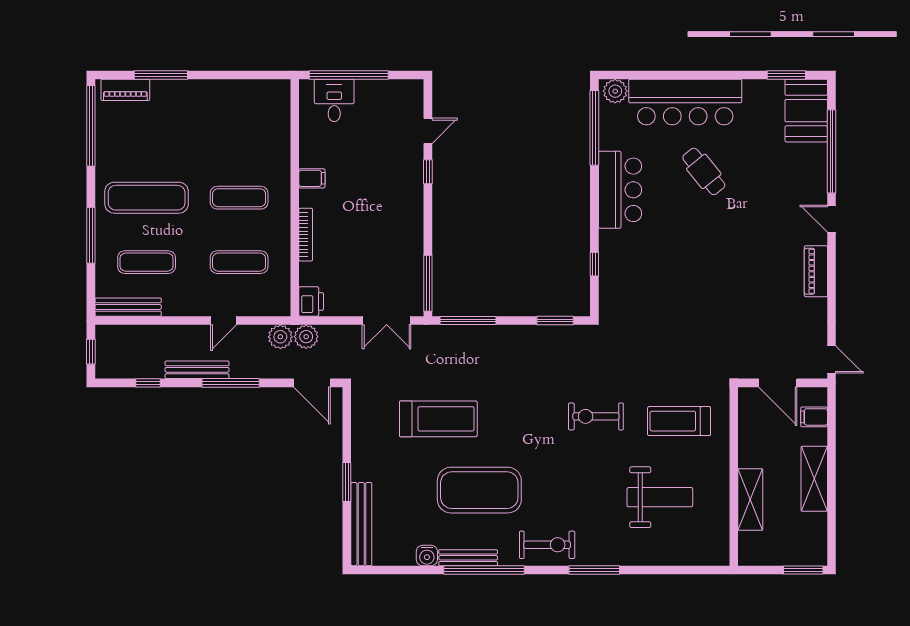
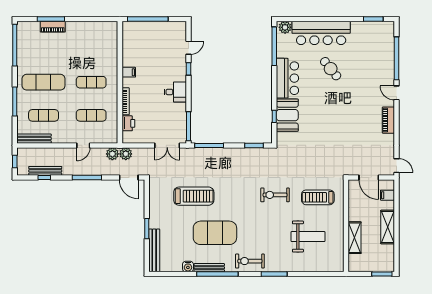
piano: (125, 90) -> (53, 27), moved
desk: (334, 100) -> (175, 92), moved, turned 90
booth: (806, 111) -> (287, 115), moved
printer: (311, 301) -> (128, 123), moved
bench: (197, 370) -> (45, 171), moved
exercise bike: (547, 545) -> (250, 261), turned 180

